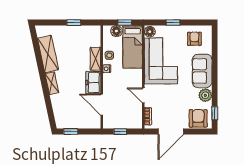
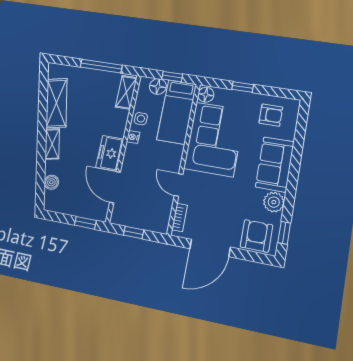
window: (74, 23) -> (101, 66), width x2.17
armchair: (194, 39) -> (271, 115), turned 90
shelving: (95, 59) -> (126, 92), moved
boiler: (58, 109) -> (51, 182), added
window: (71, 132) -> (85, 223), moved

